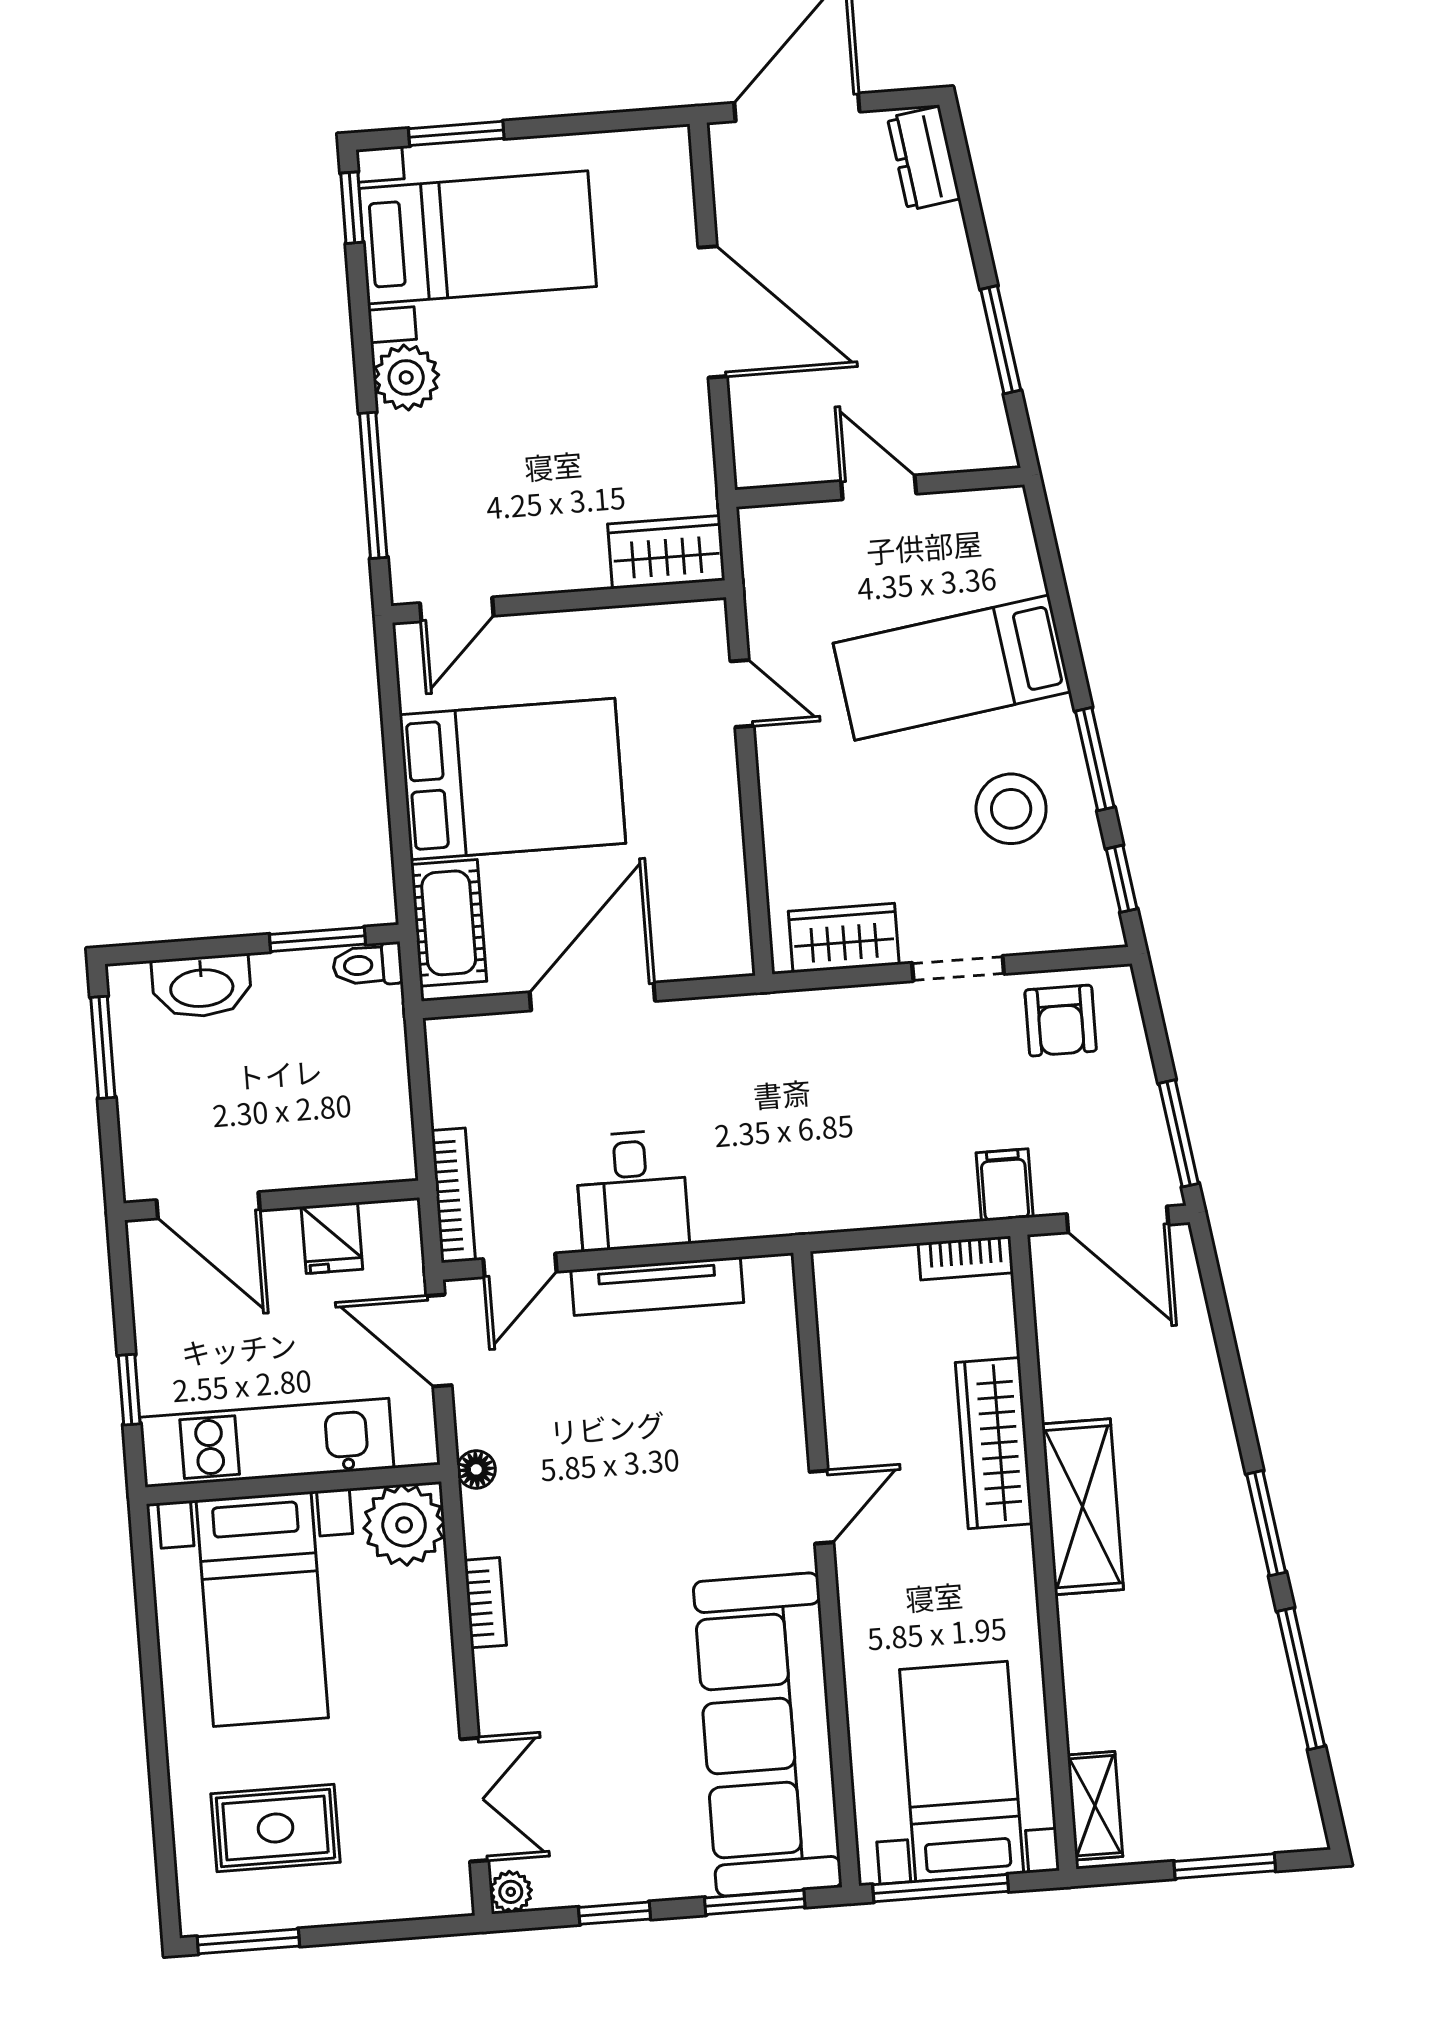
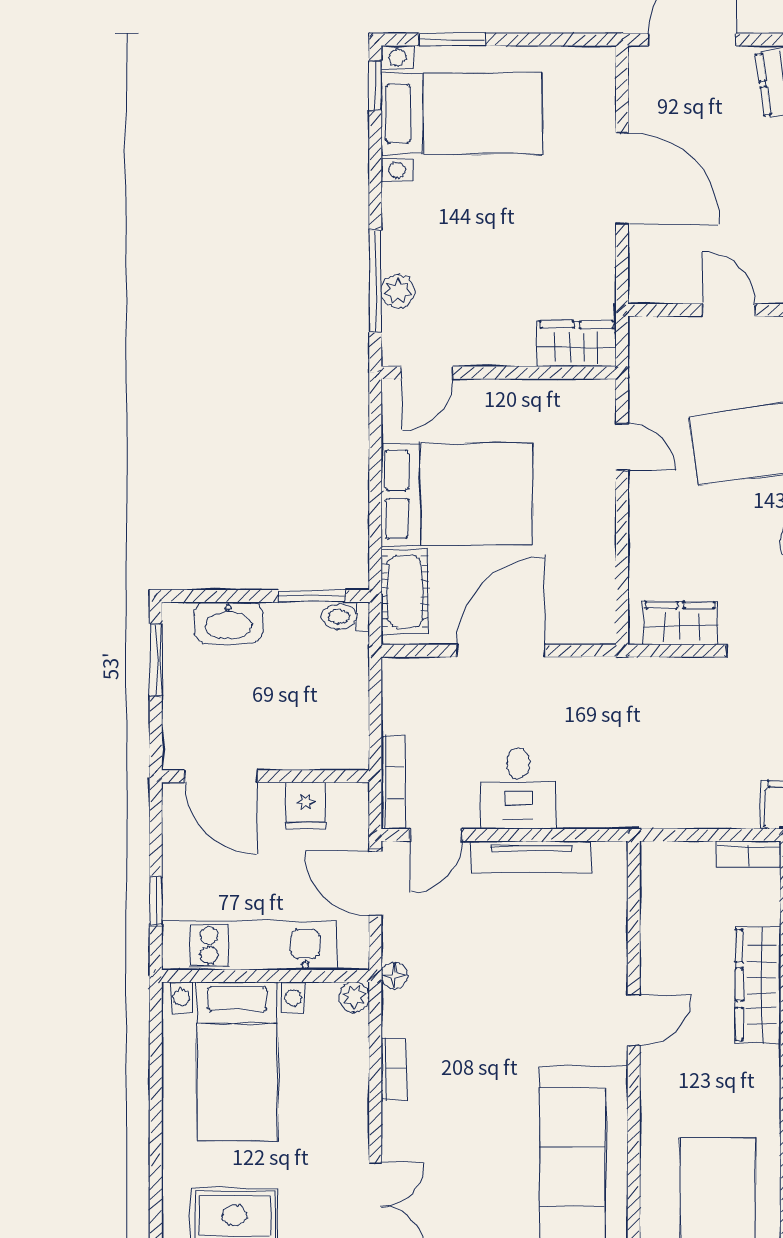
plant: (406, 377) -> (398, 291), moved, width x0.73, depth x0.73
plant: (404, 1525) -> (354, 997), width x0.53, depth x0.53

